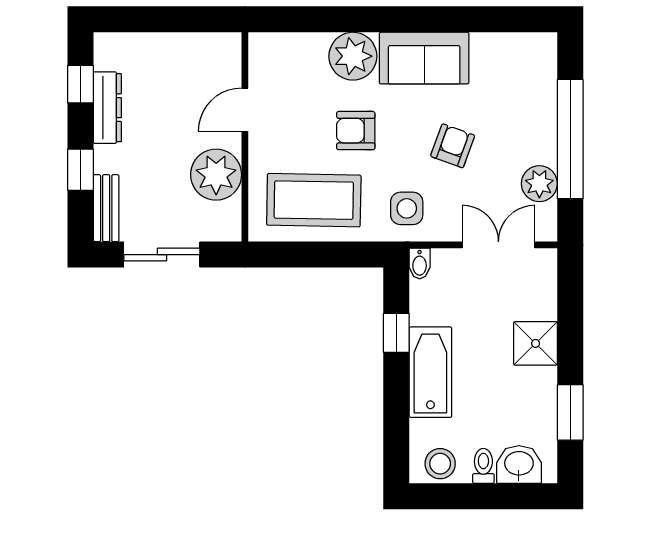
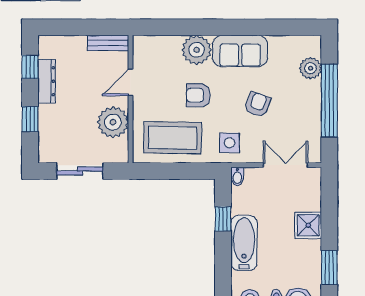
plant: (539, 184) -> (311, 68), moved
bench: (106, 208) -> (108, 43), moved, turned 90

